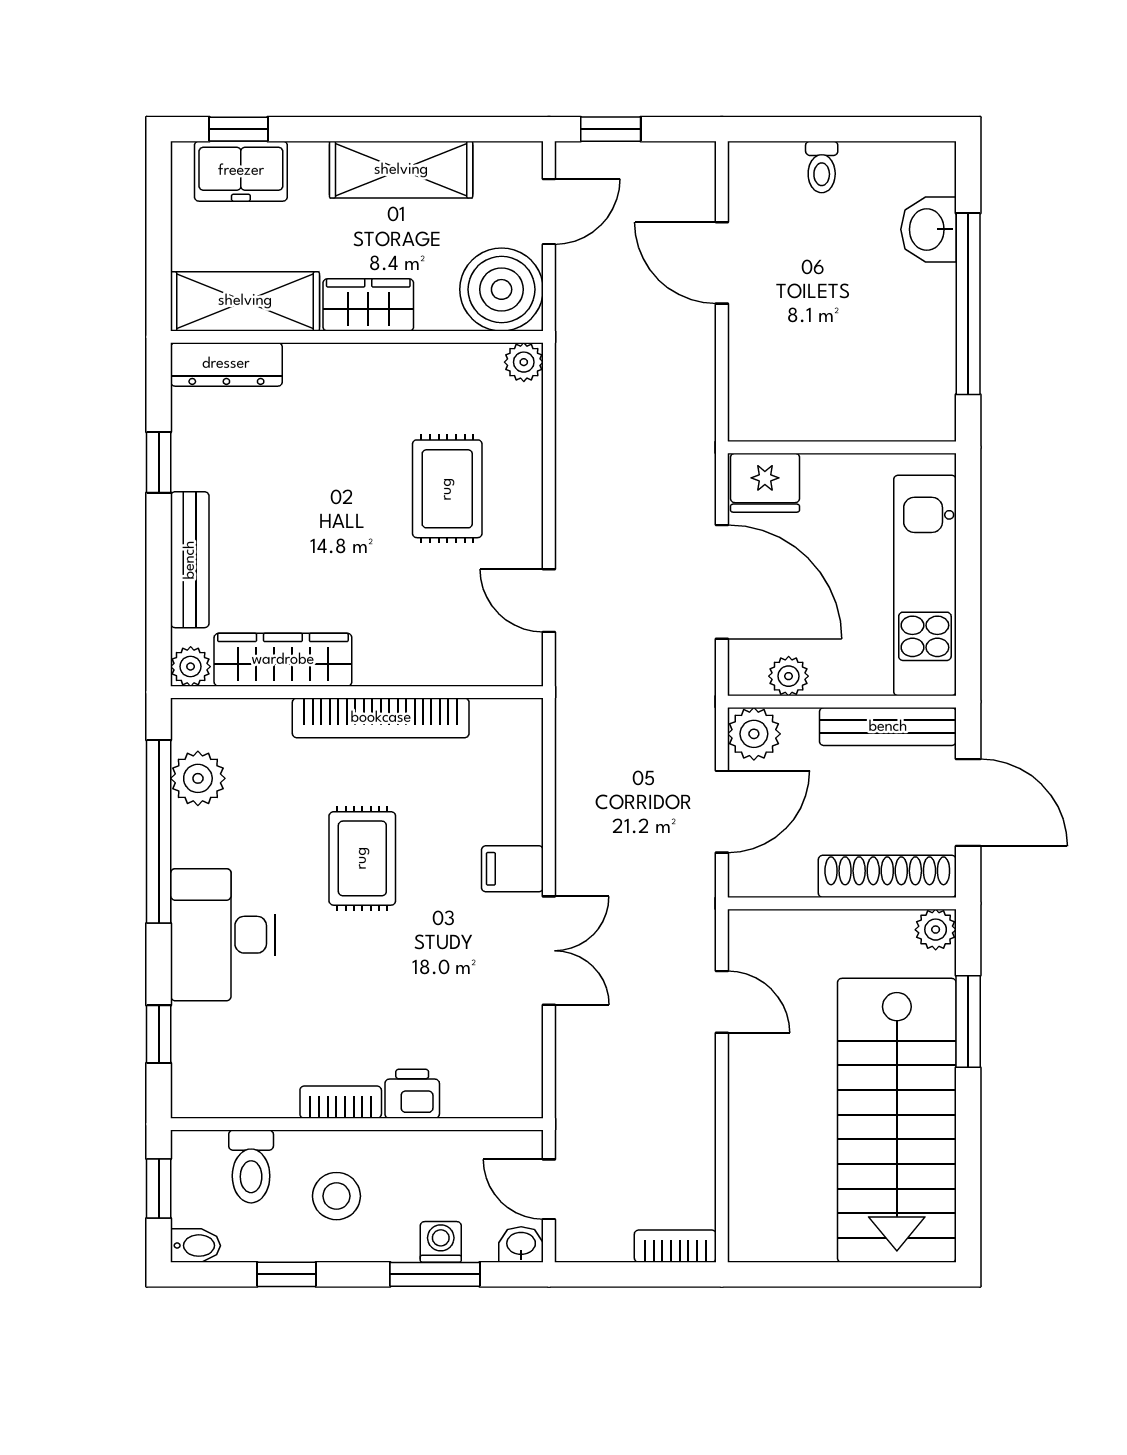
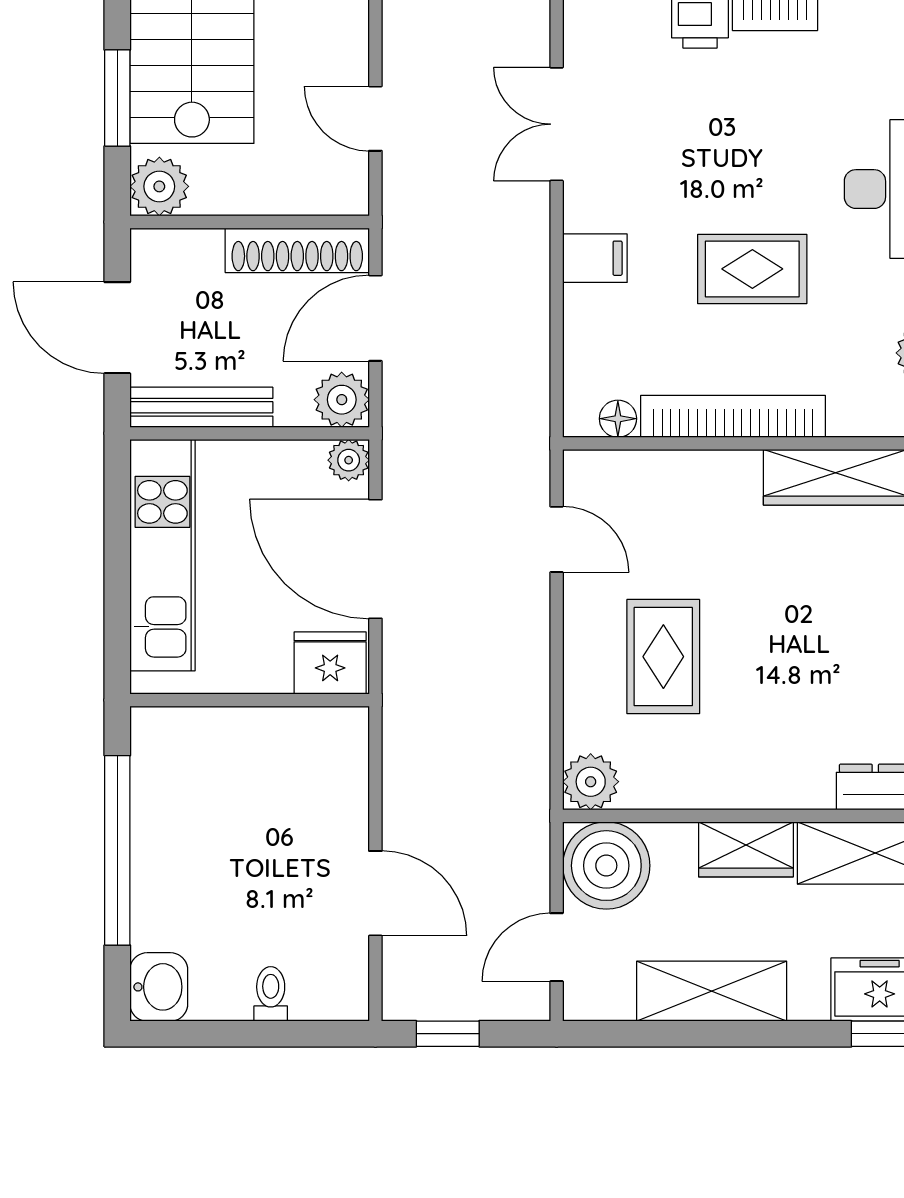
window: (611, 129) -> (448, 1034), moved
washbasin: (928, 229) -> (159, 987), moved
plant: (524, 362) -> (591, 782), width x1.38, depth x1.38
plant: (789, 676) -> (349, 460), moved
floor lamp: (490, 716) -> (618, 419), added
rug: (362, 858) -> (752, 269), turned 90
shoe rack: (887, 876) -> (297, 250), moved
plant: (936, 930) -> (159, 186), width x1.38, depth x1.38
double door: (549, 951) -> (557, 124), moved

